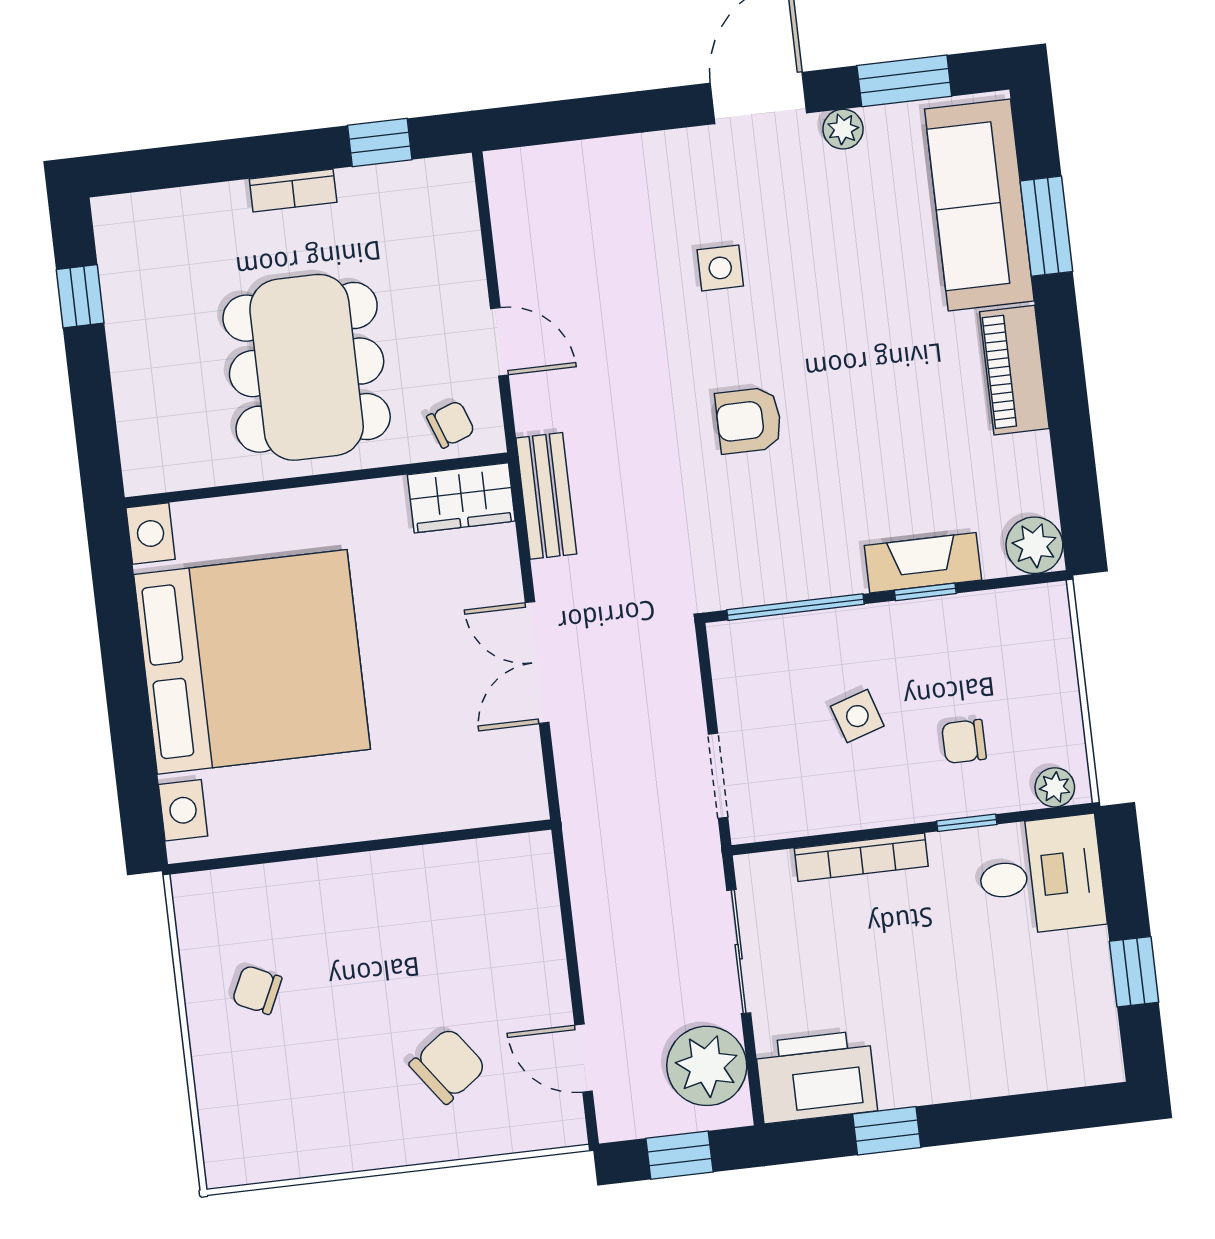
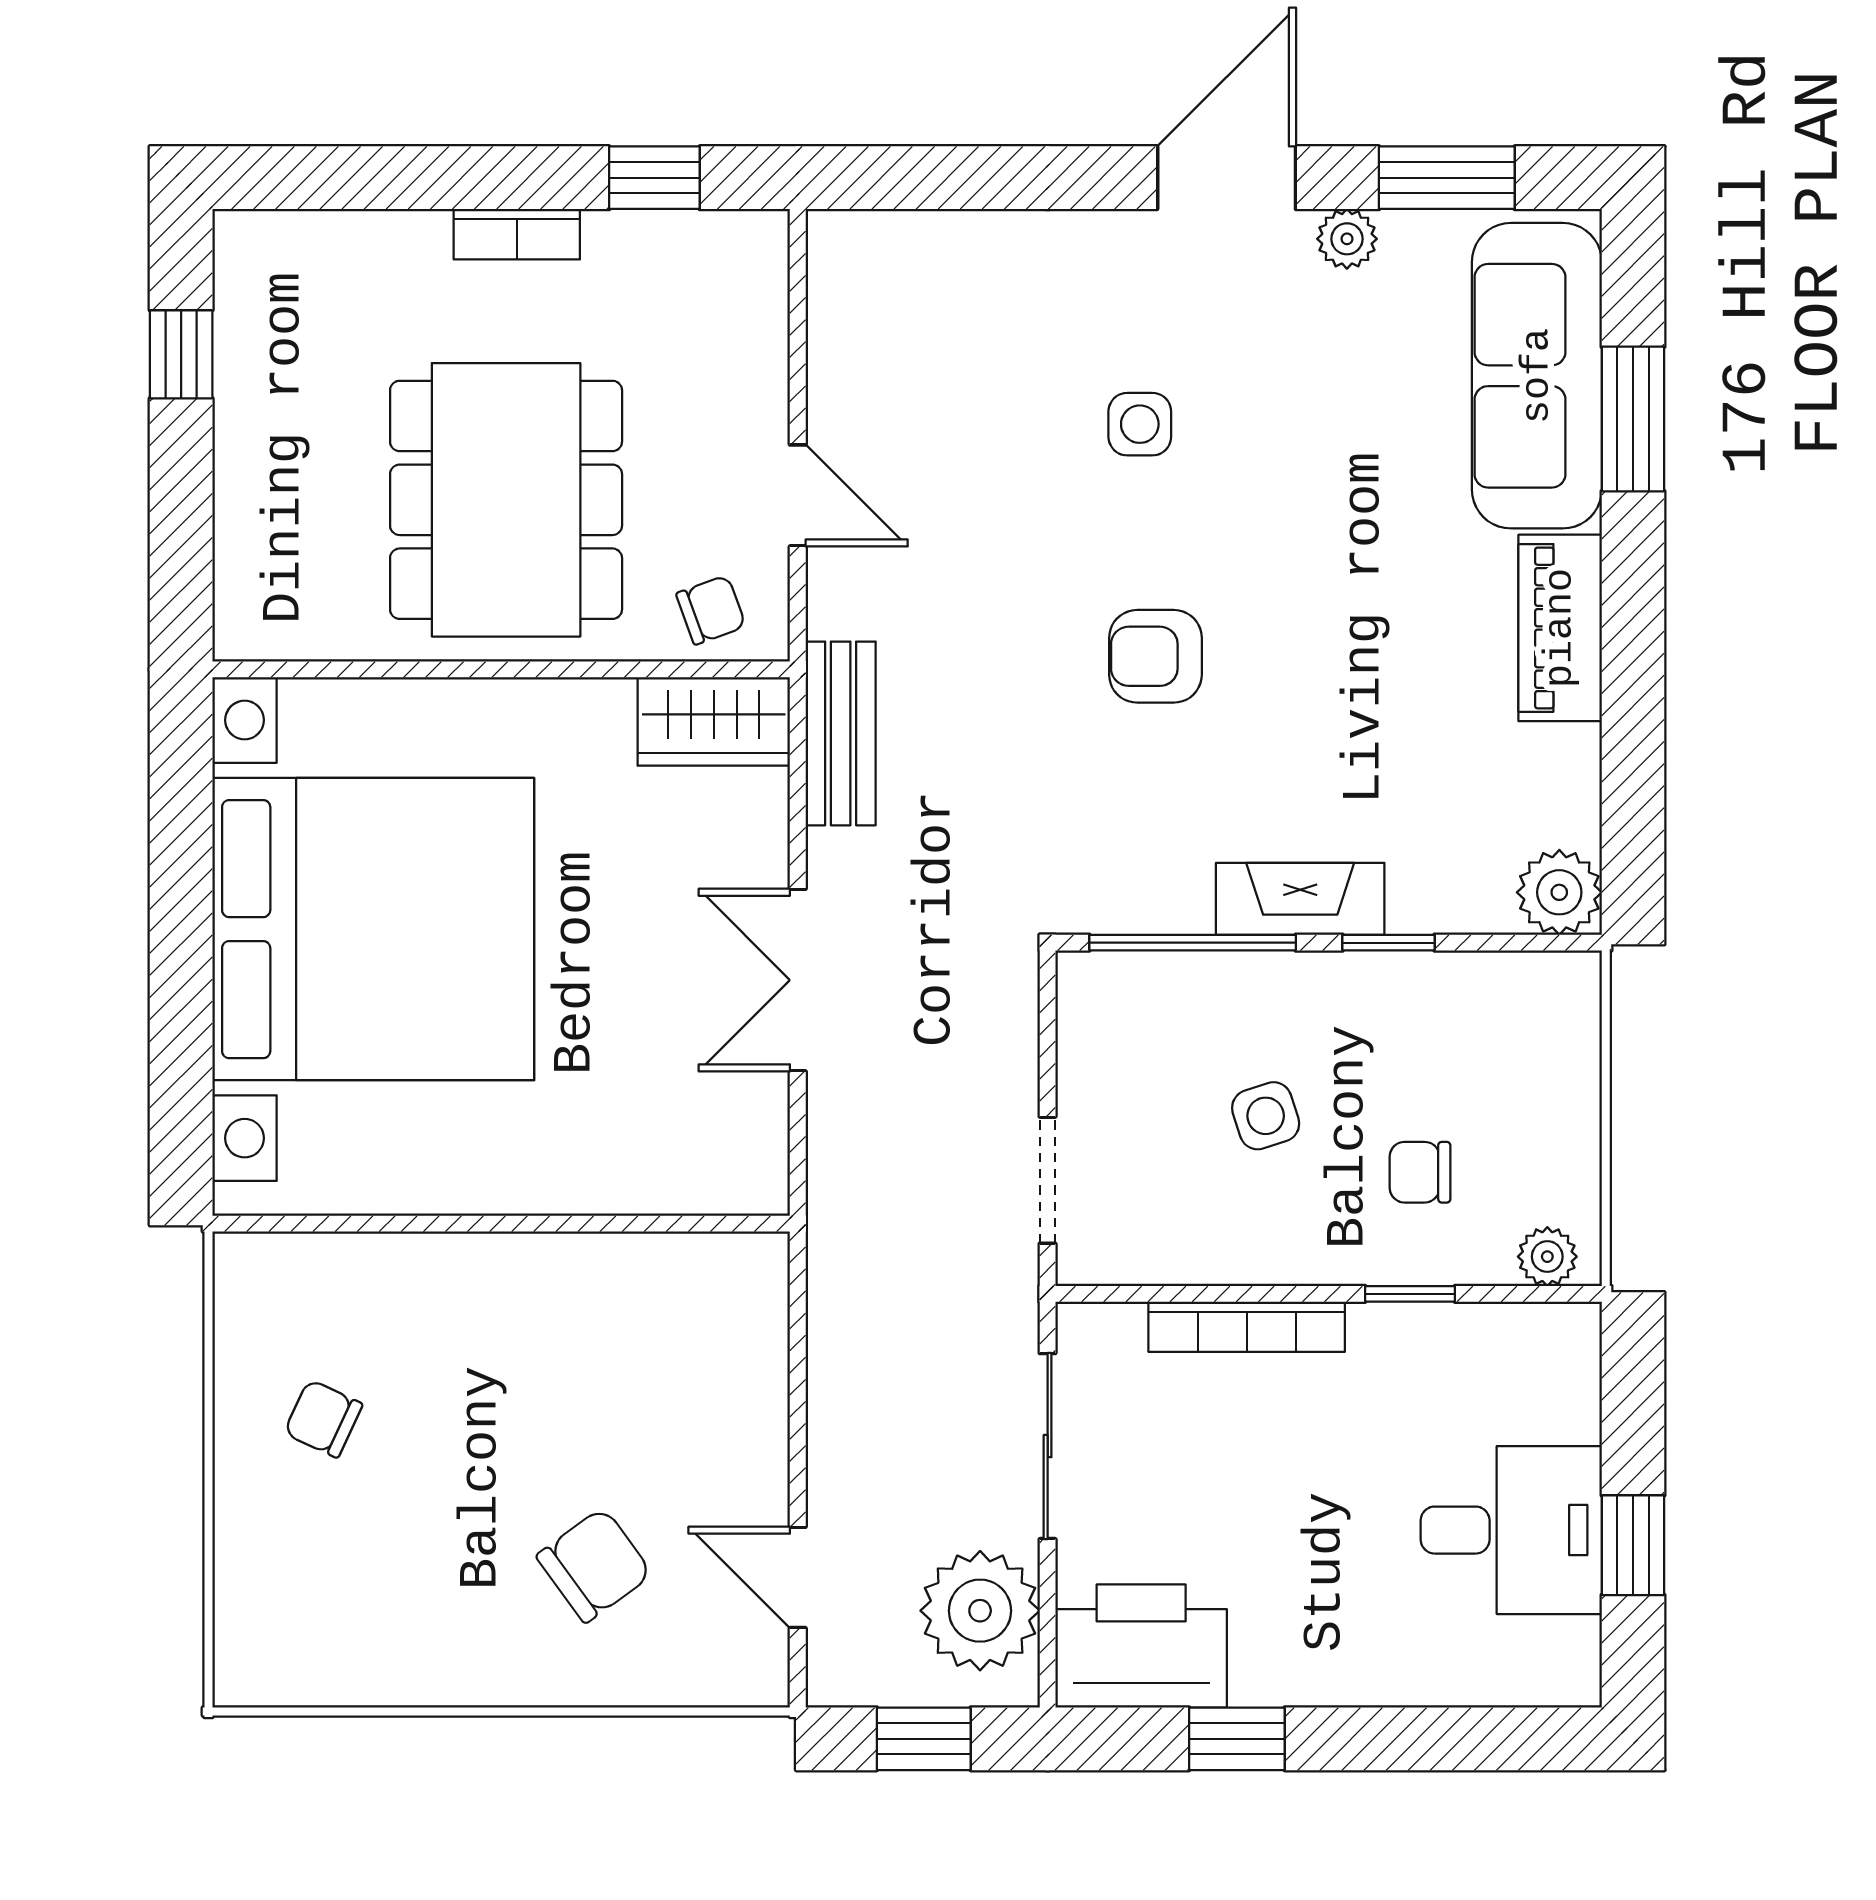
fireplace: (923, 563) -> (1300, 899), moved
desk: (1041, 876) -> (1511, 1530), moved

